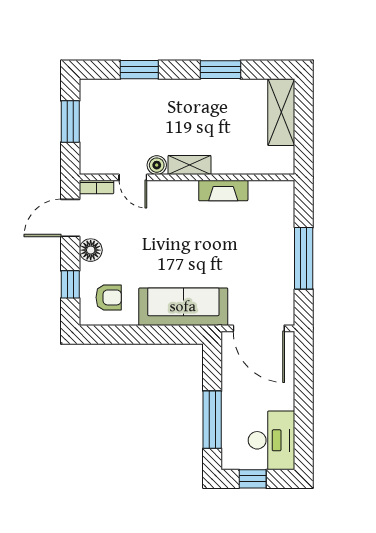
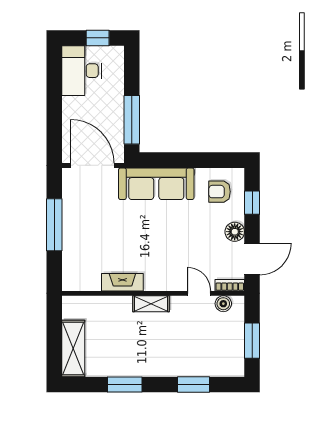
boiler: (157, 165) -> (223, 304), moved
window: (212, 420) -> (132, 120), moved

